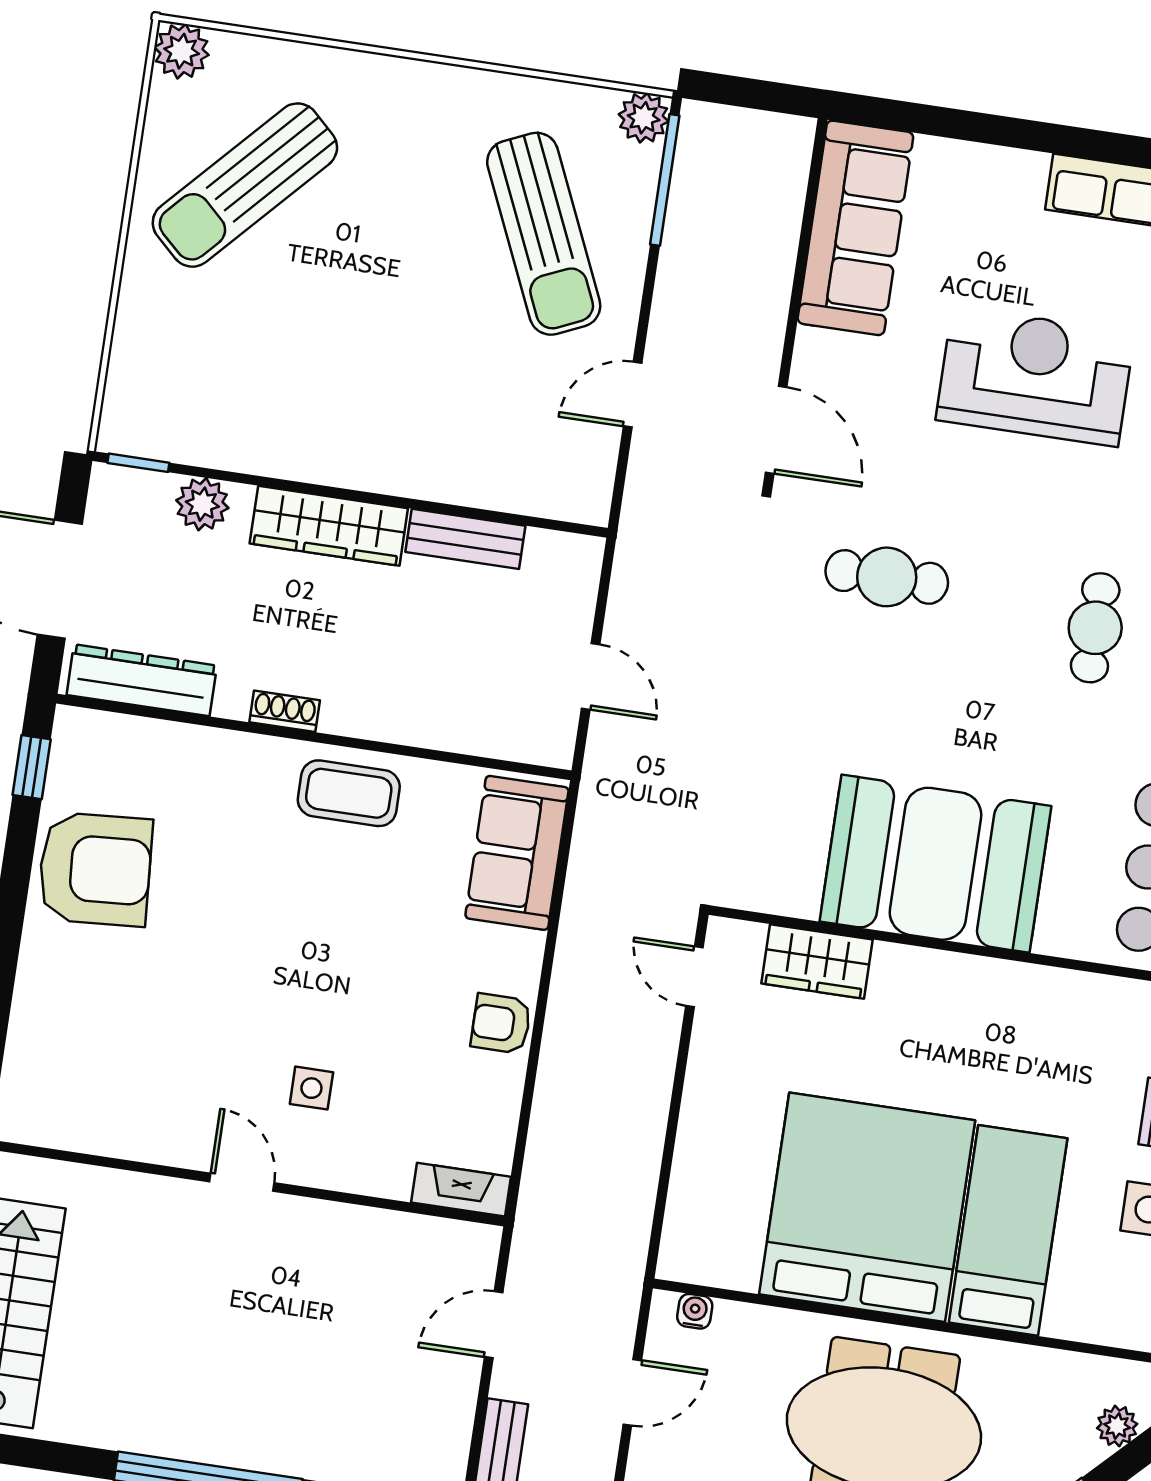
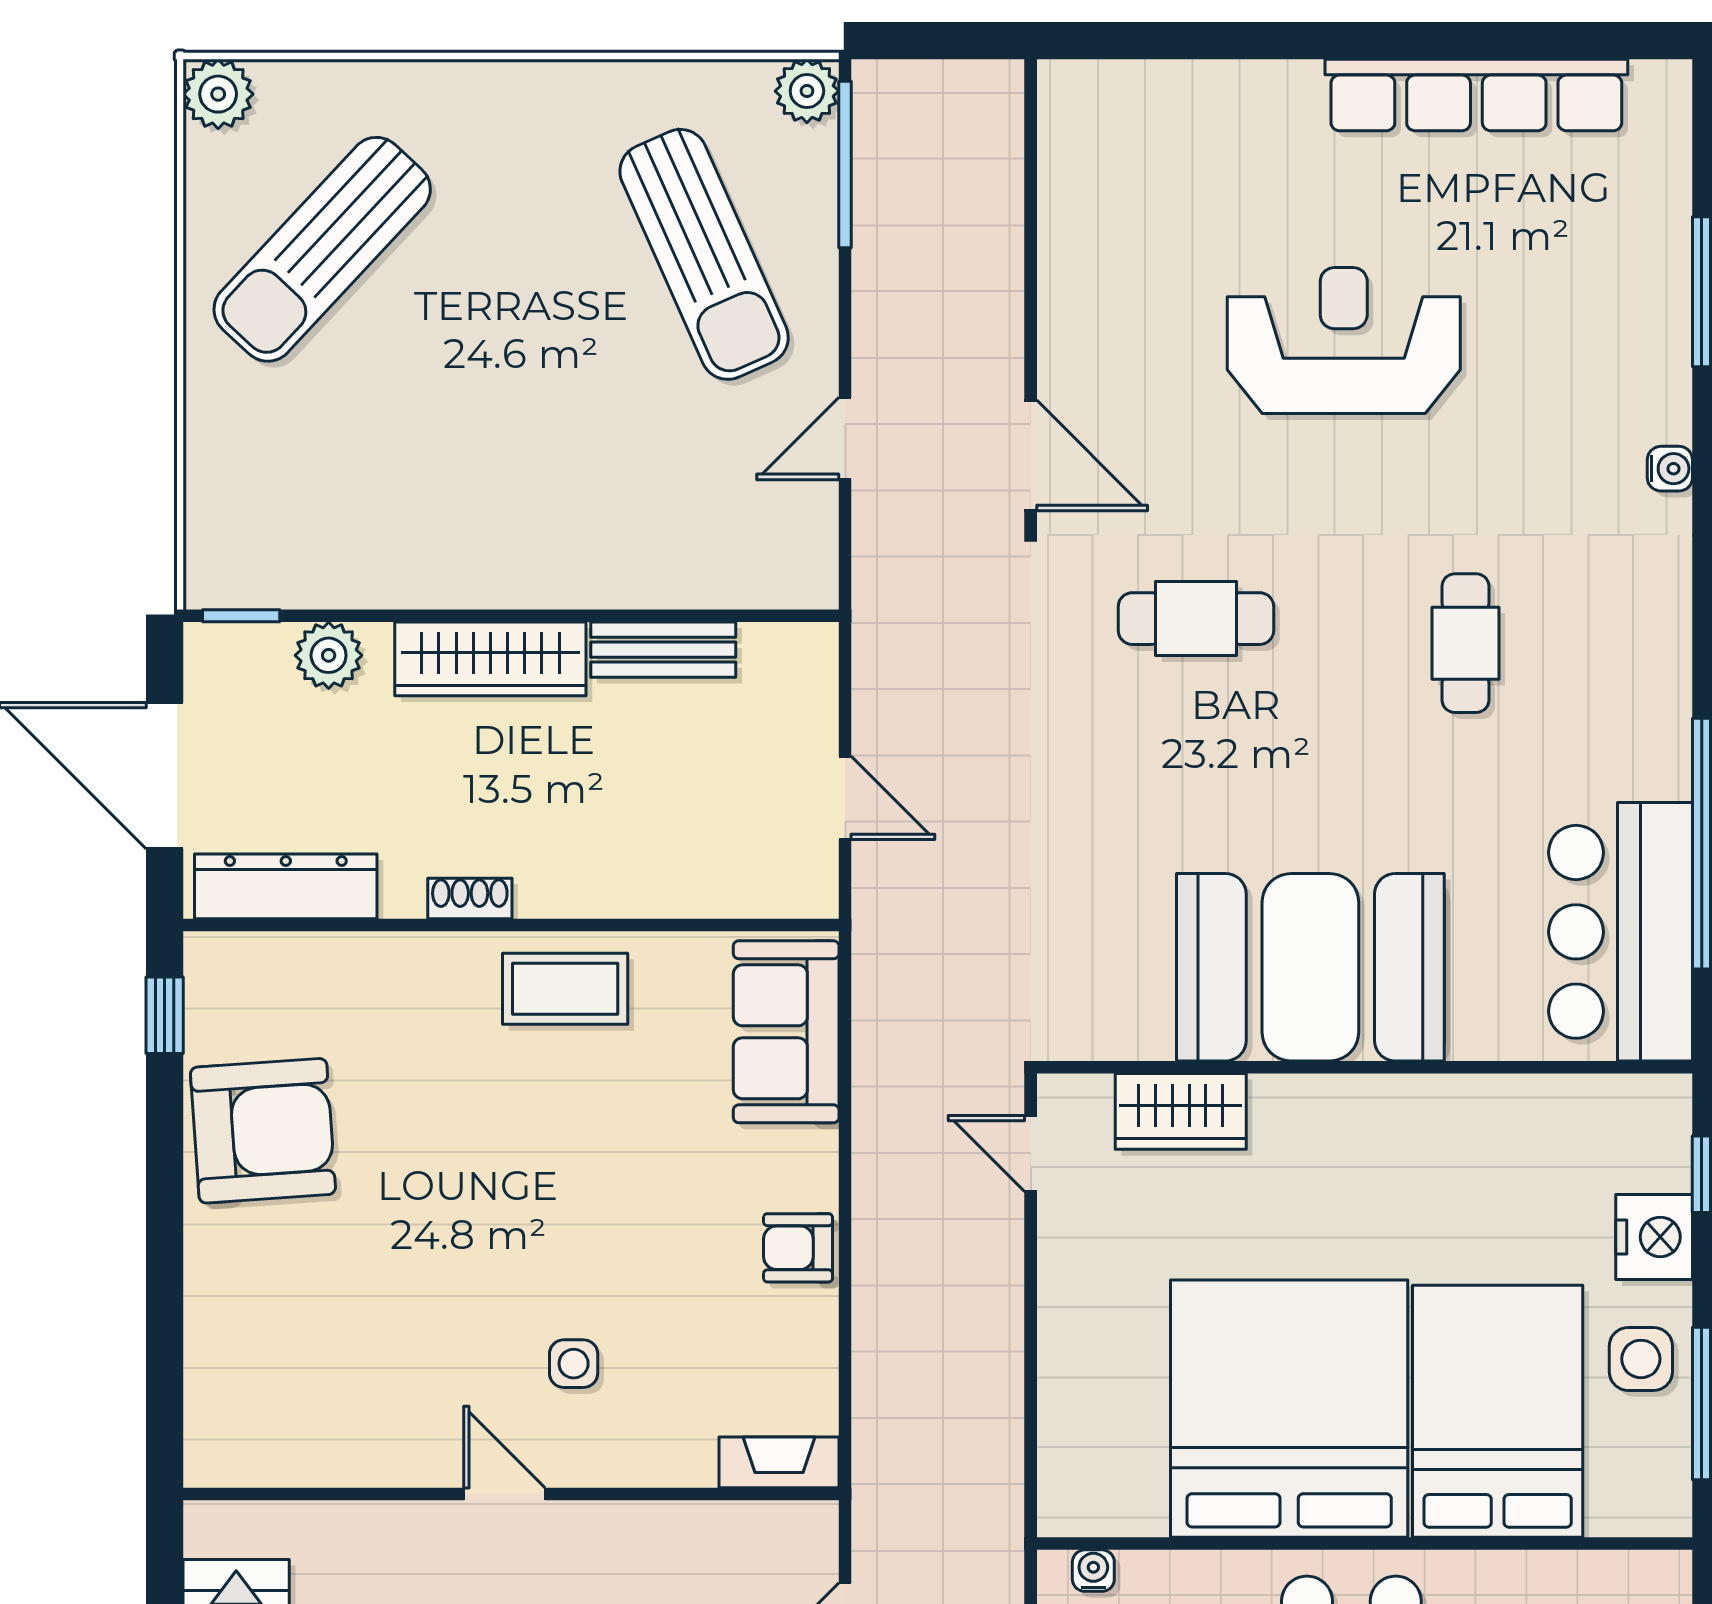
sofa: (855, 228) -> (1092, 189), removed
bed: (1008, 1230) -> (1498, 1411), width x1.50

